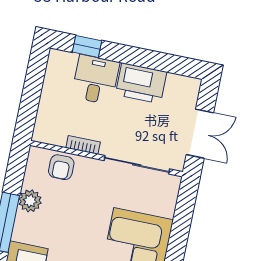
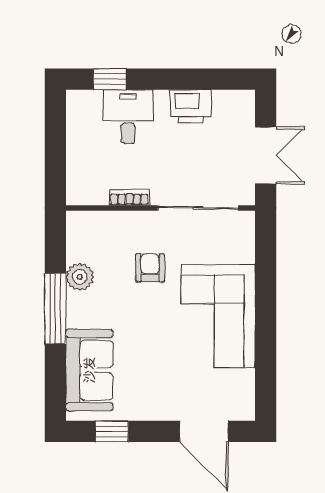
printer: (141, 83) -> (191, 106), width x0.73, depth x0.84
armchair: (61, 167) -> (150, 268), moved, turned 180

